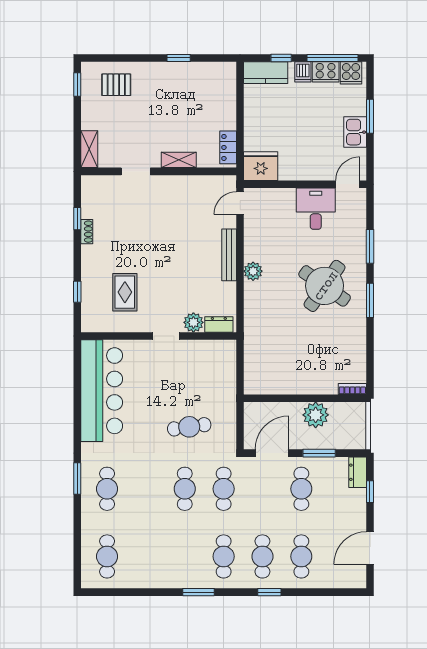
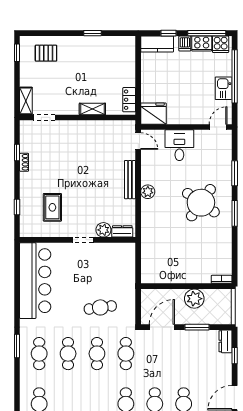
window: (370, 116) -> (235, 76), width x2.11
doorway: (136, 171) -> (44, 117), moved
door: (240, 203) -> (138, 141), swing flipped
desk: (316, 209) -> (179, 145), moved
cafe table: (301, 489) -> (68, 354), moved

